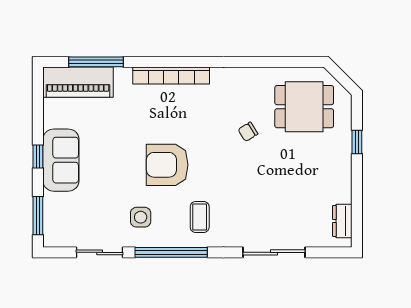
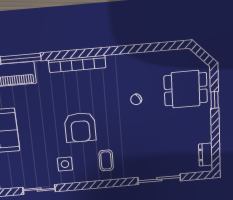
dining table: (304, 107) -> (186, 89), moved
armchair: (167, 165) -> (80, 127), turned -90
window: (171, 252) -> (88, 185), removed

